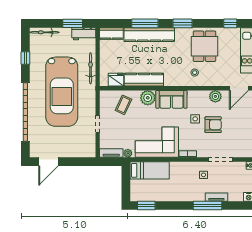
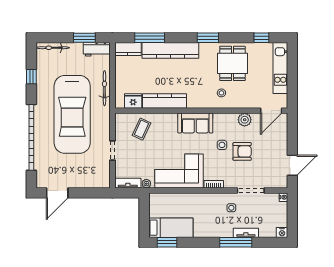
window: (145, 23) -> (150, 38), moved
plant: (148, 98) -> (169, 121), removed
bed: (150, 170) -> (171, 228), moved

